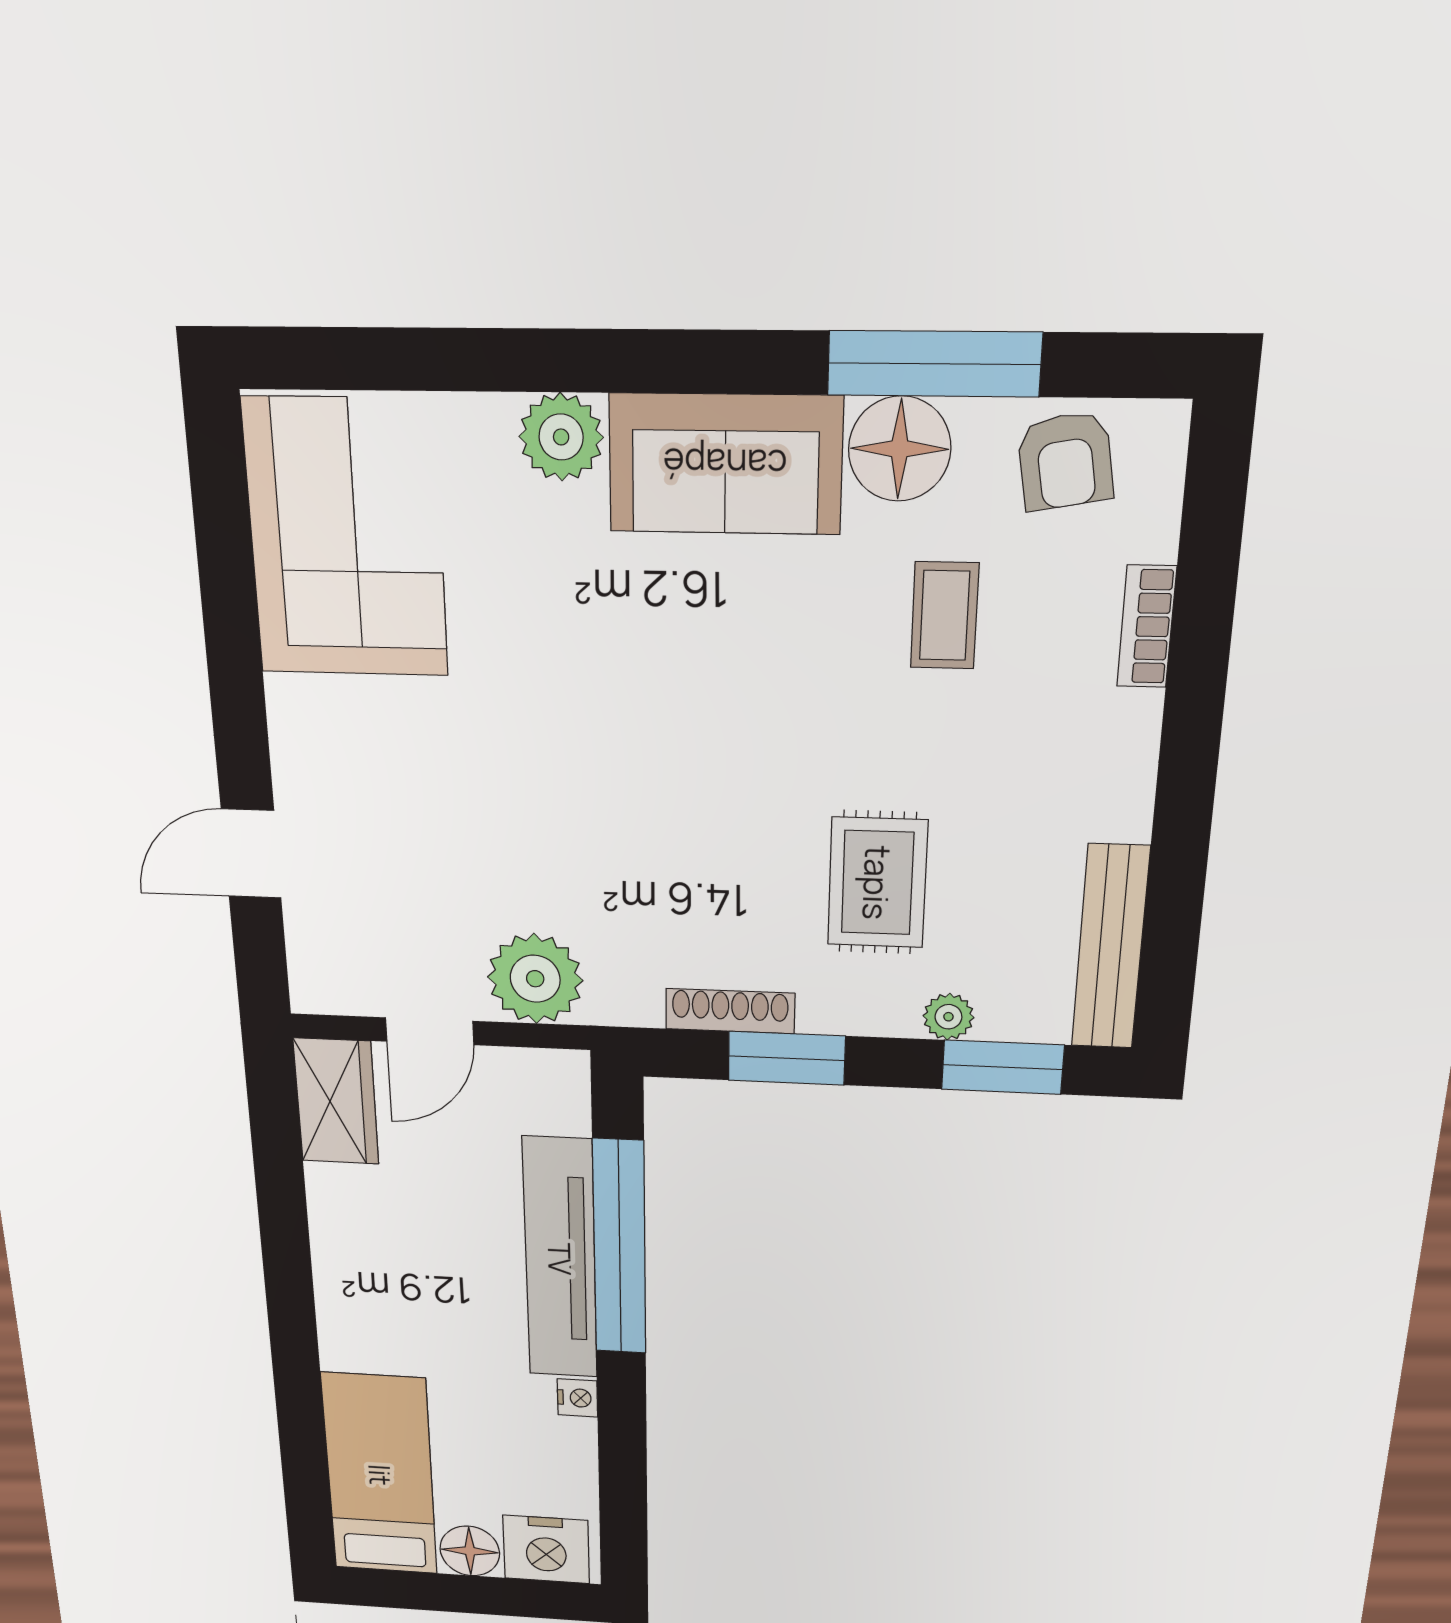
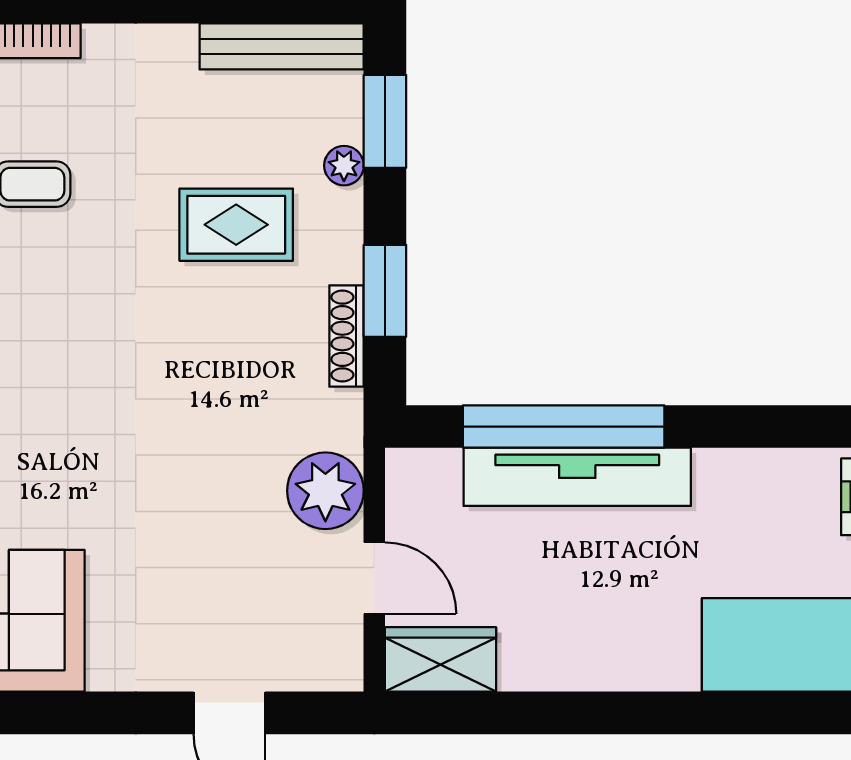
nightstand: (577, 1398) -> (714, 465), removed

